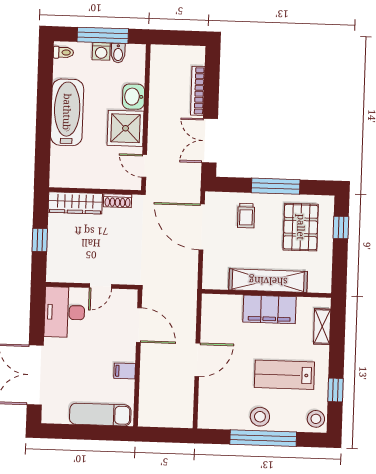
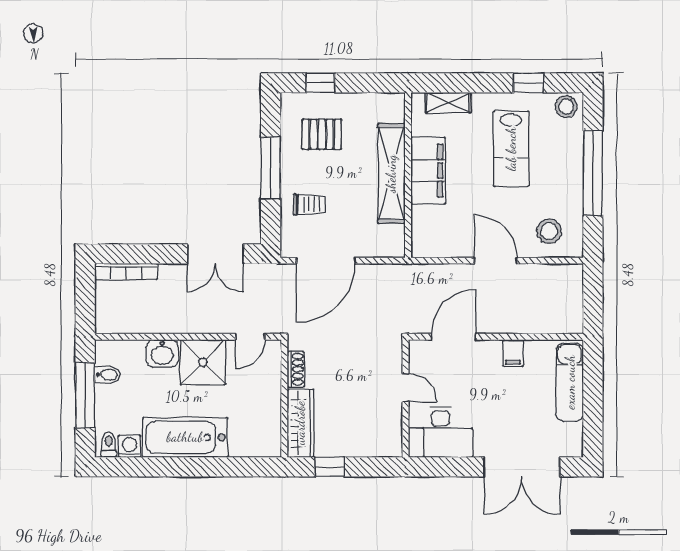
washing machine: (101, 51) -> (130, 446), moved, turned -90
bookcase: (198, 91) -> (126, 272), moved
pallet: (301, 227) -> (322, 134), width x0.67, depth x0.71
window: (40, 240) -> (330, 467), moved
stool: (260, 417) -> (549, 231), moved

